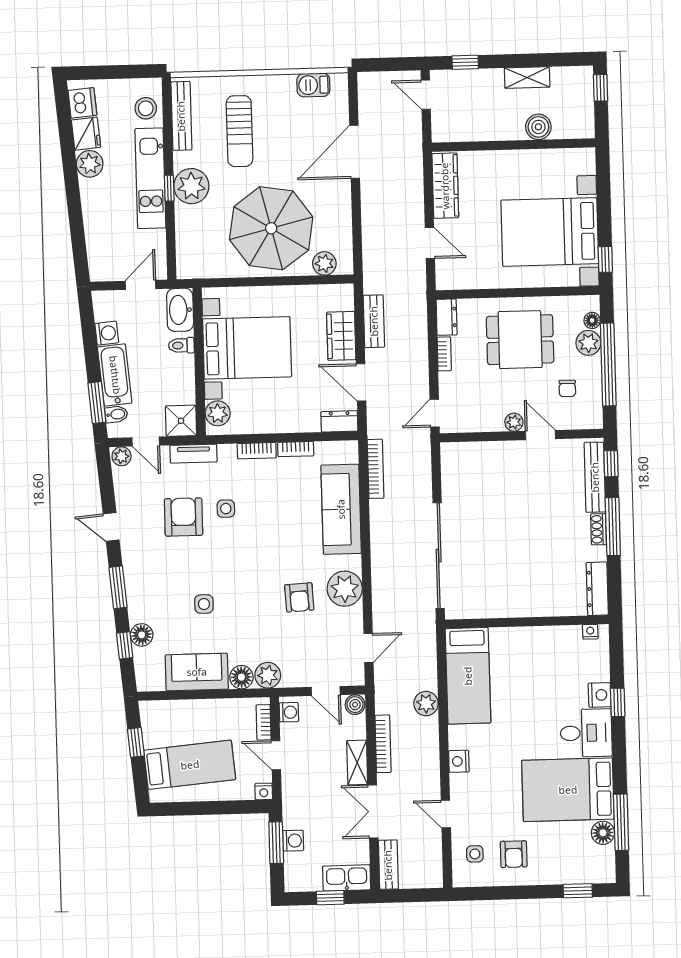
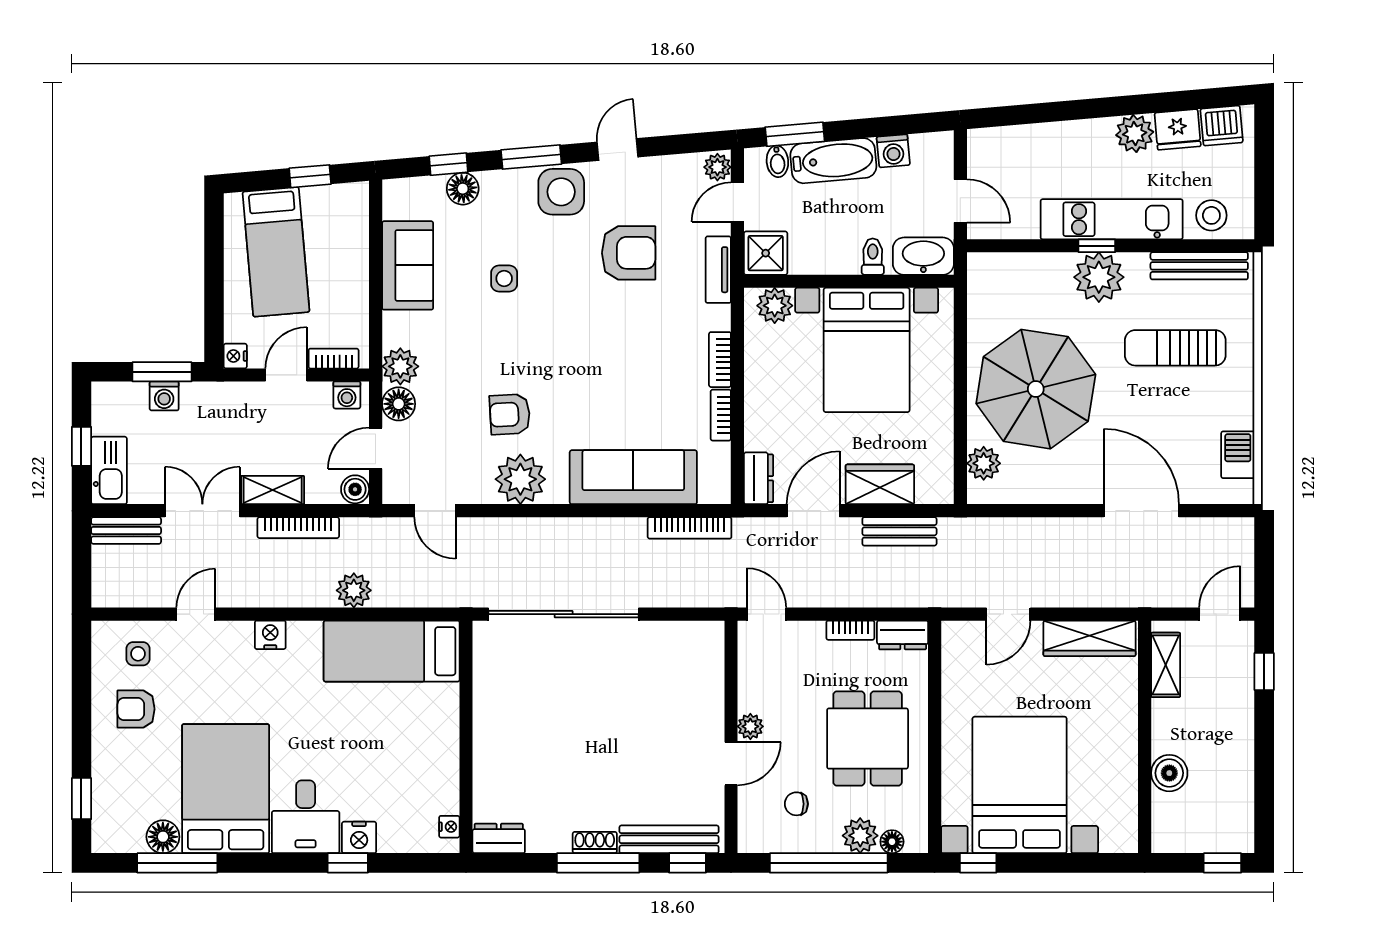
shelving: (527, 78) -> (1166, 665), moved
side table: (226, 509) -> (561, 192), moved, width x1.87, depth x1.87
dresser: (597, 589) -> (499, 838), width x0.70
floor lamp: (241, 677) -> (399, 404), moved

